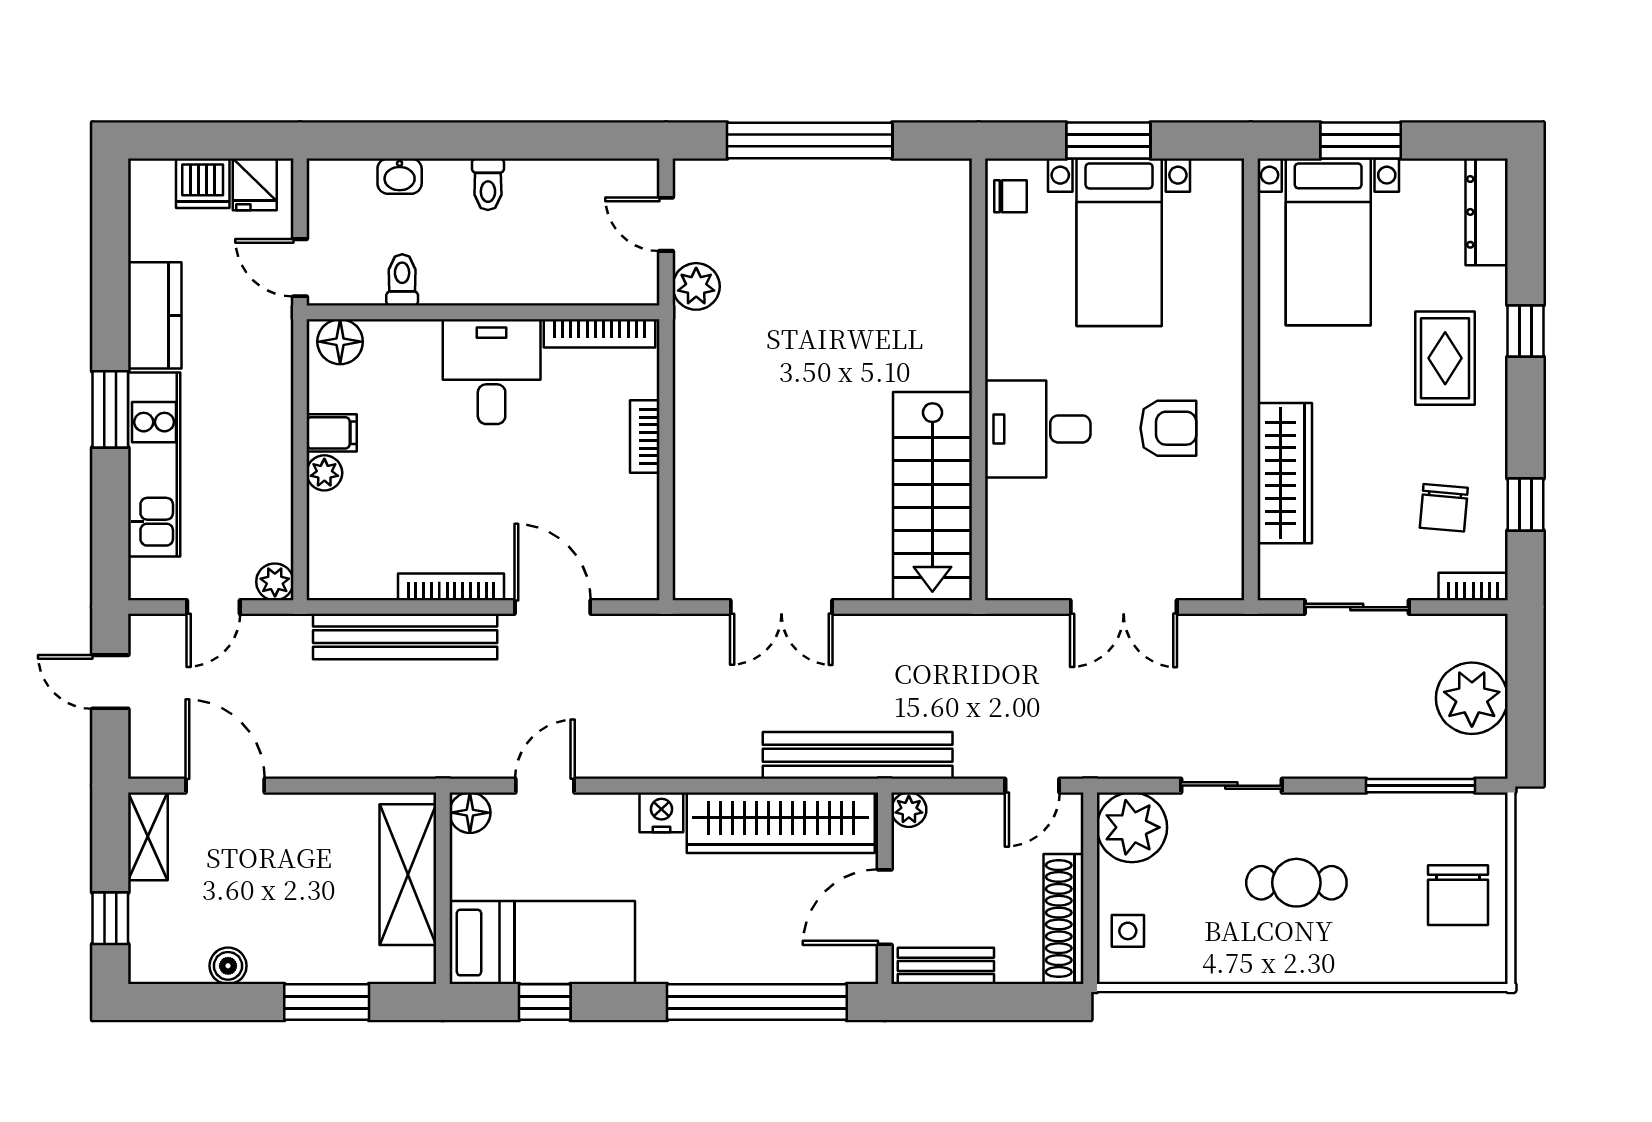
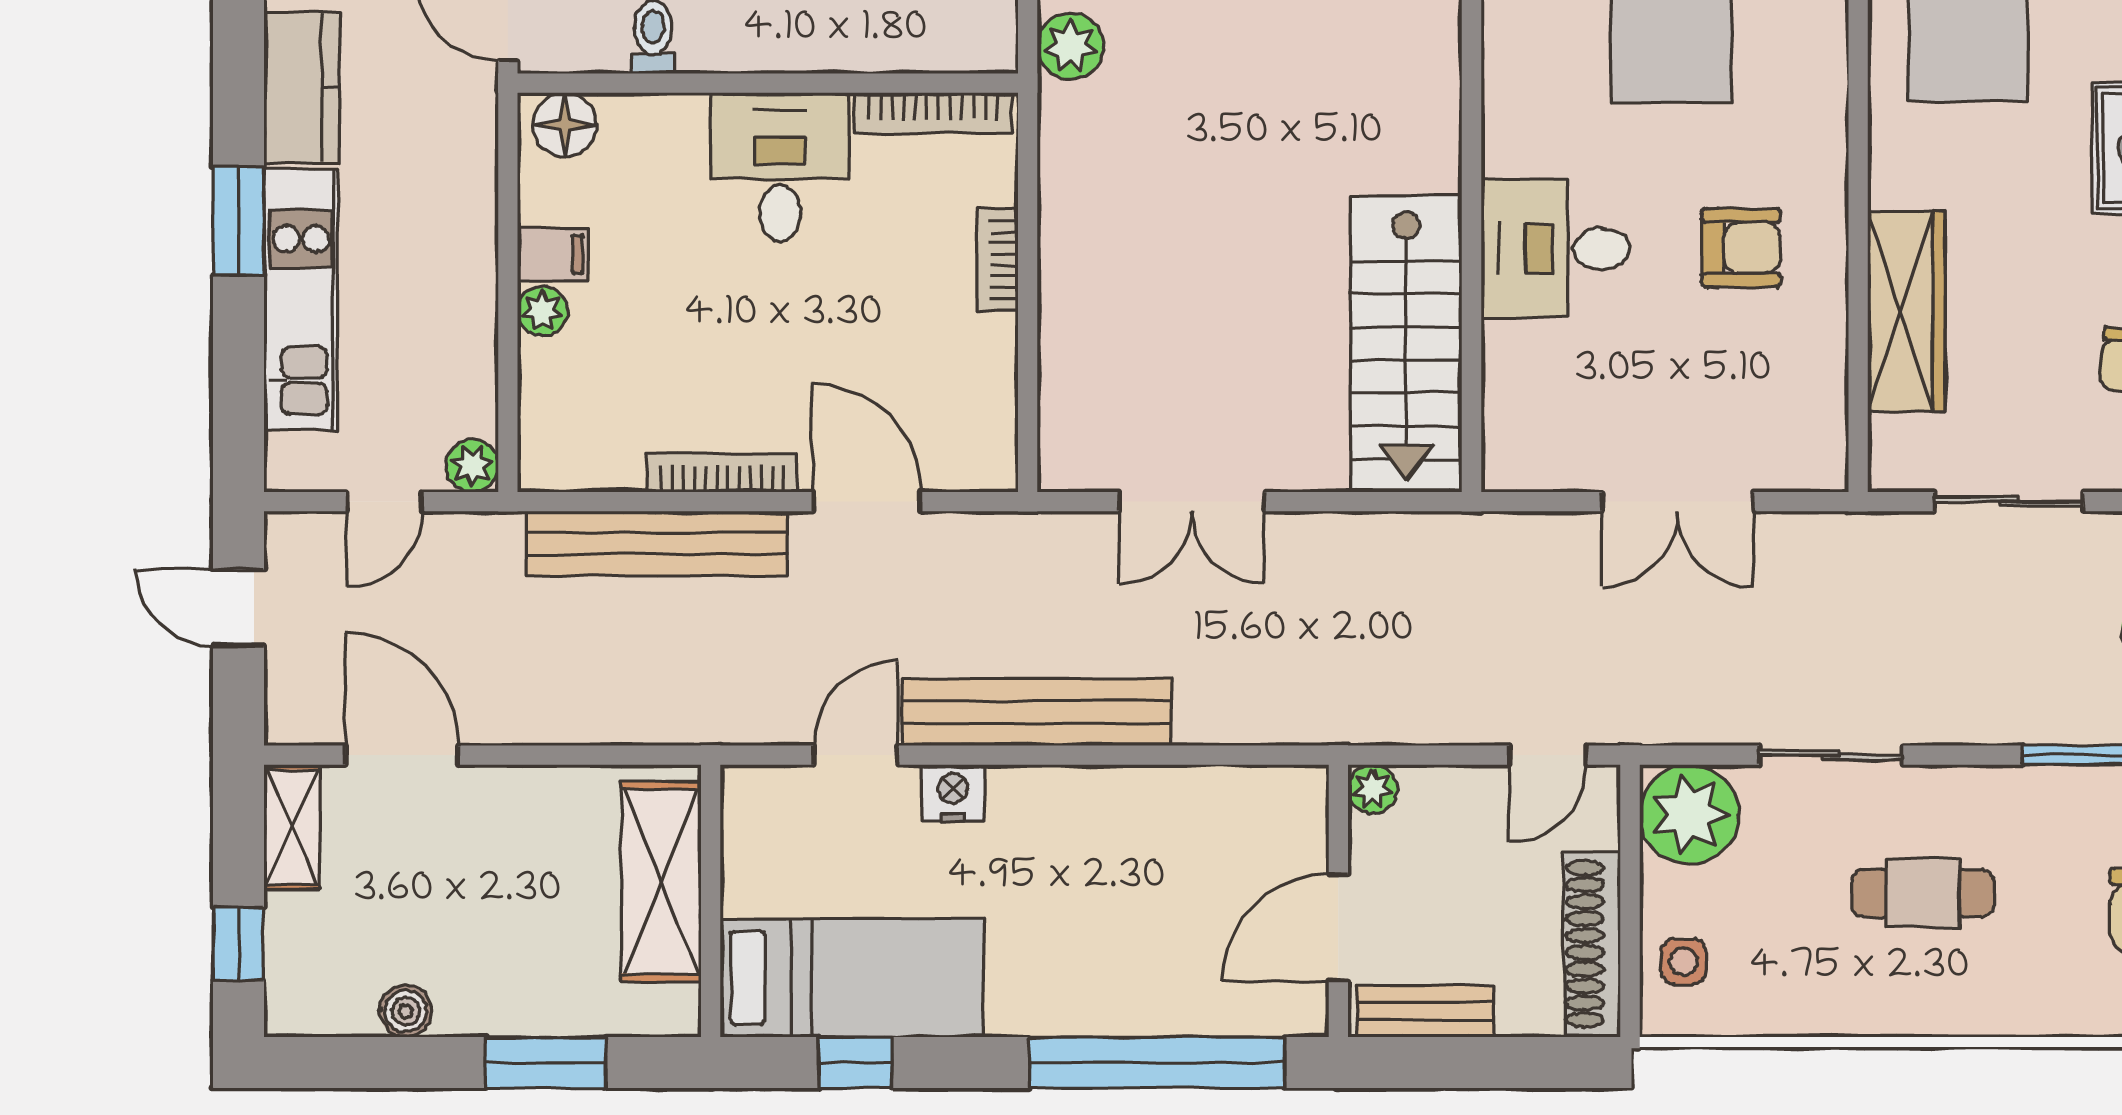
bench: (858, 755) -> (1037, 712), moved
nightstand: (661, 812) -> (953, 793), moved
floor lamp: (470, 813) -> (749, 794), removed
wardrobe: (781, 823) -> (1191, 808), removed

